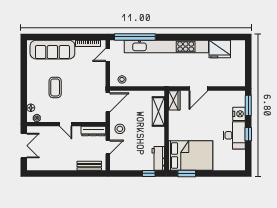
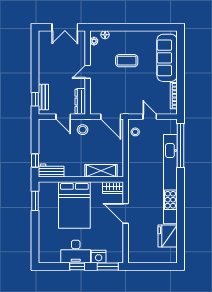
door: (108, 55) -> (150, 117), moved
bed: (191, 155) -> (74, 205), moved
window: (91, 173) -> (35, 99), added

